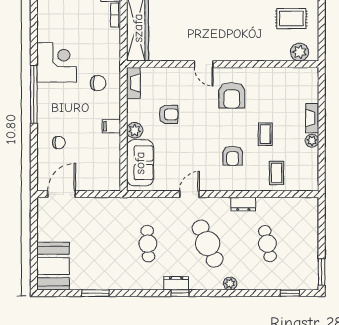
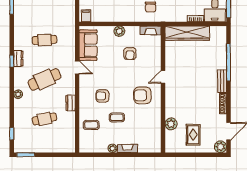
plant: (300, 52) -> (171, 124), moved
filing cabinet: (111, 126) -> (86, 16), moved
sofa: (140, 163) -> (88, 45), moved, turned -90

